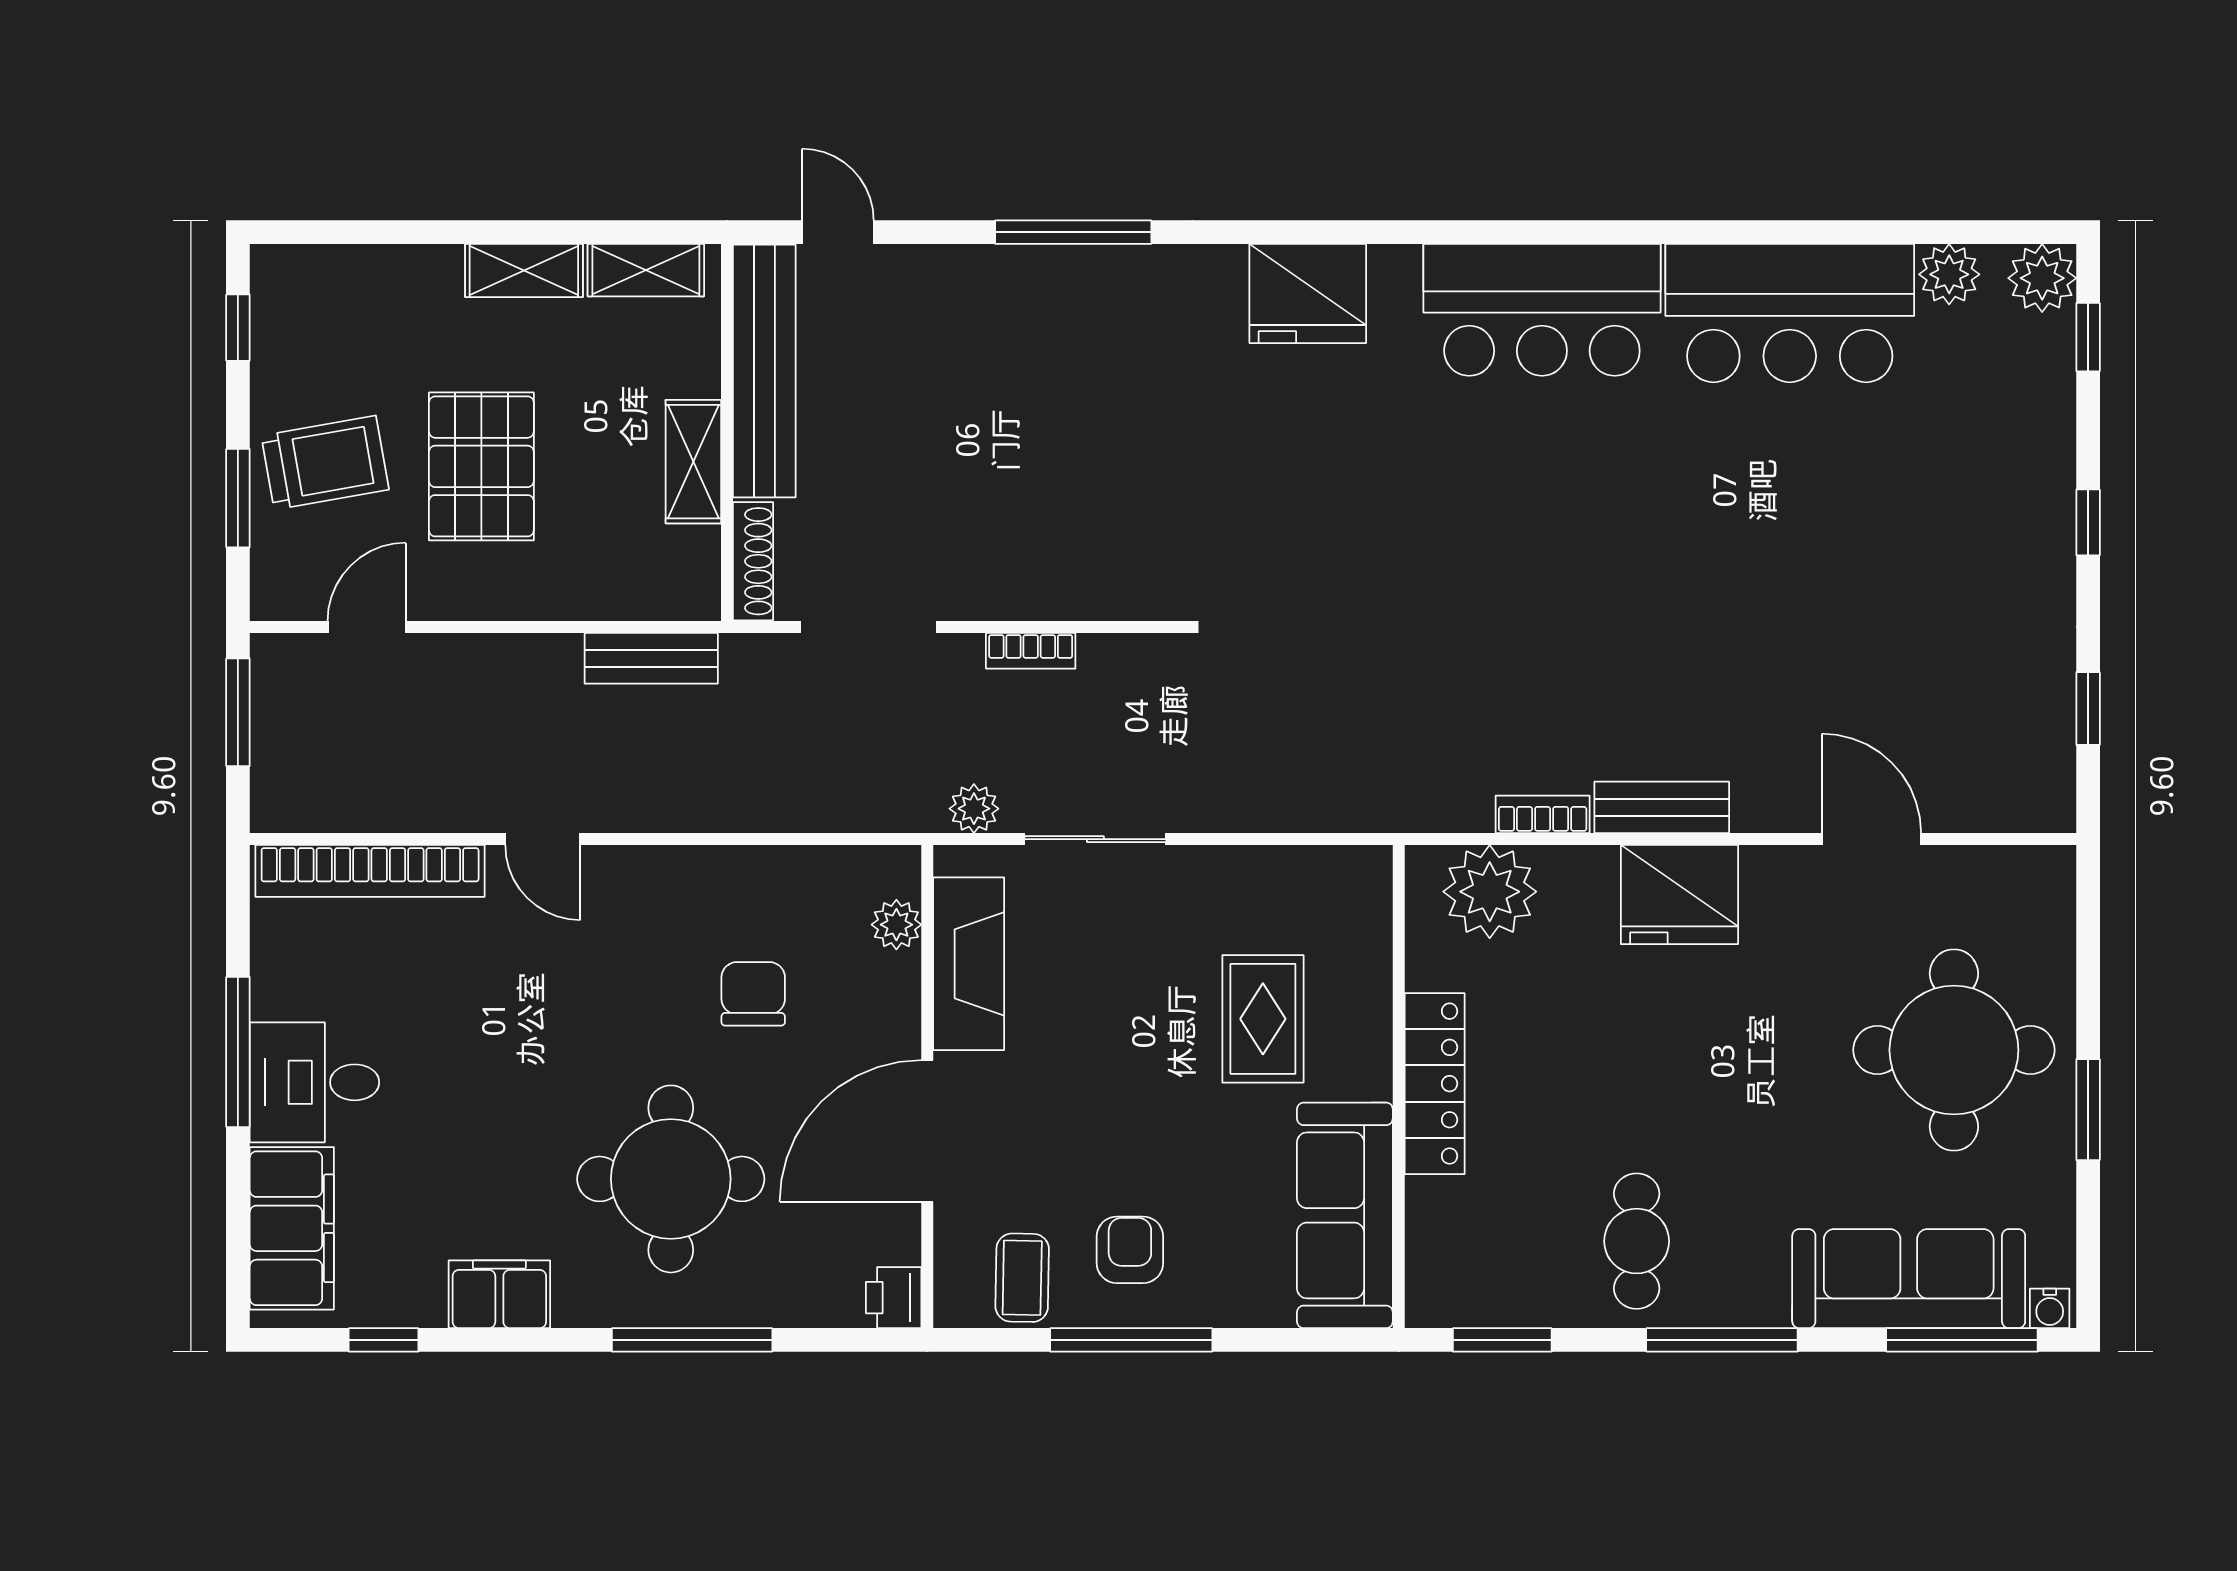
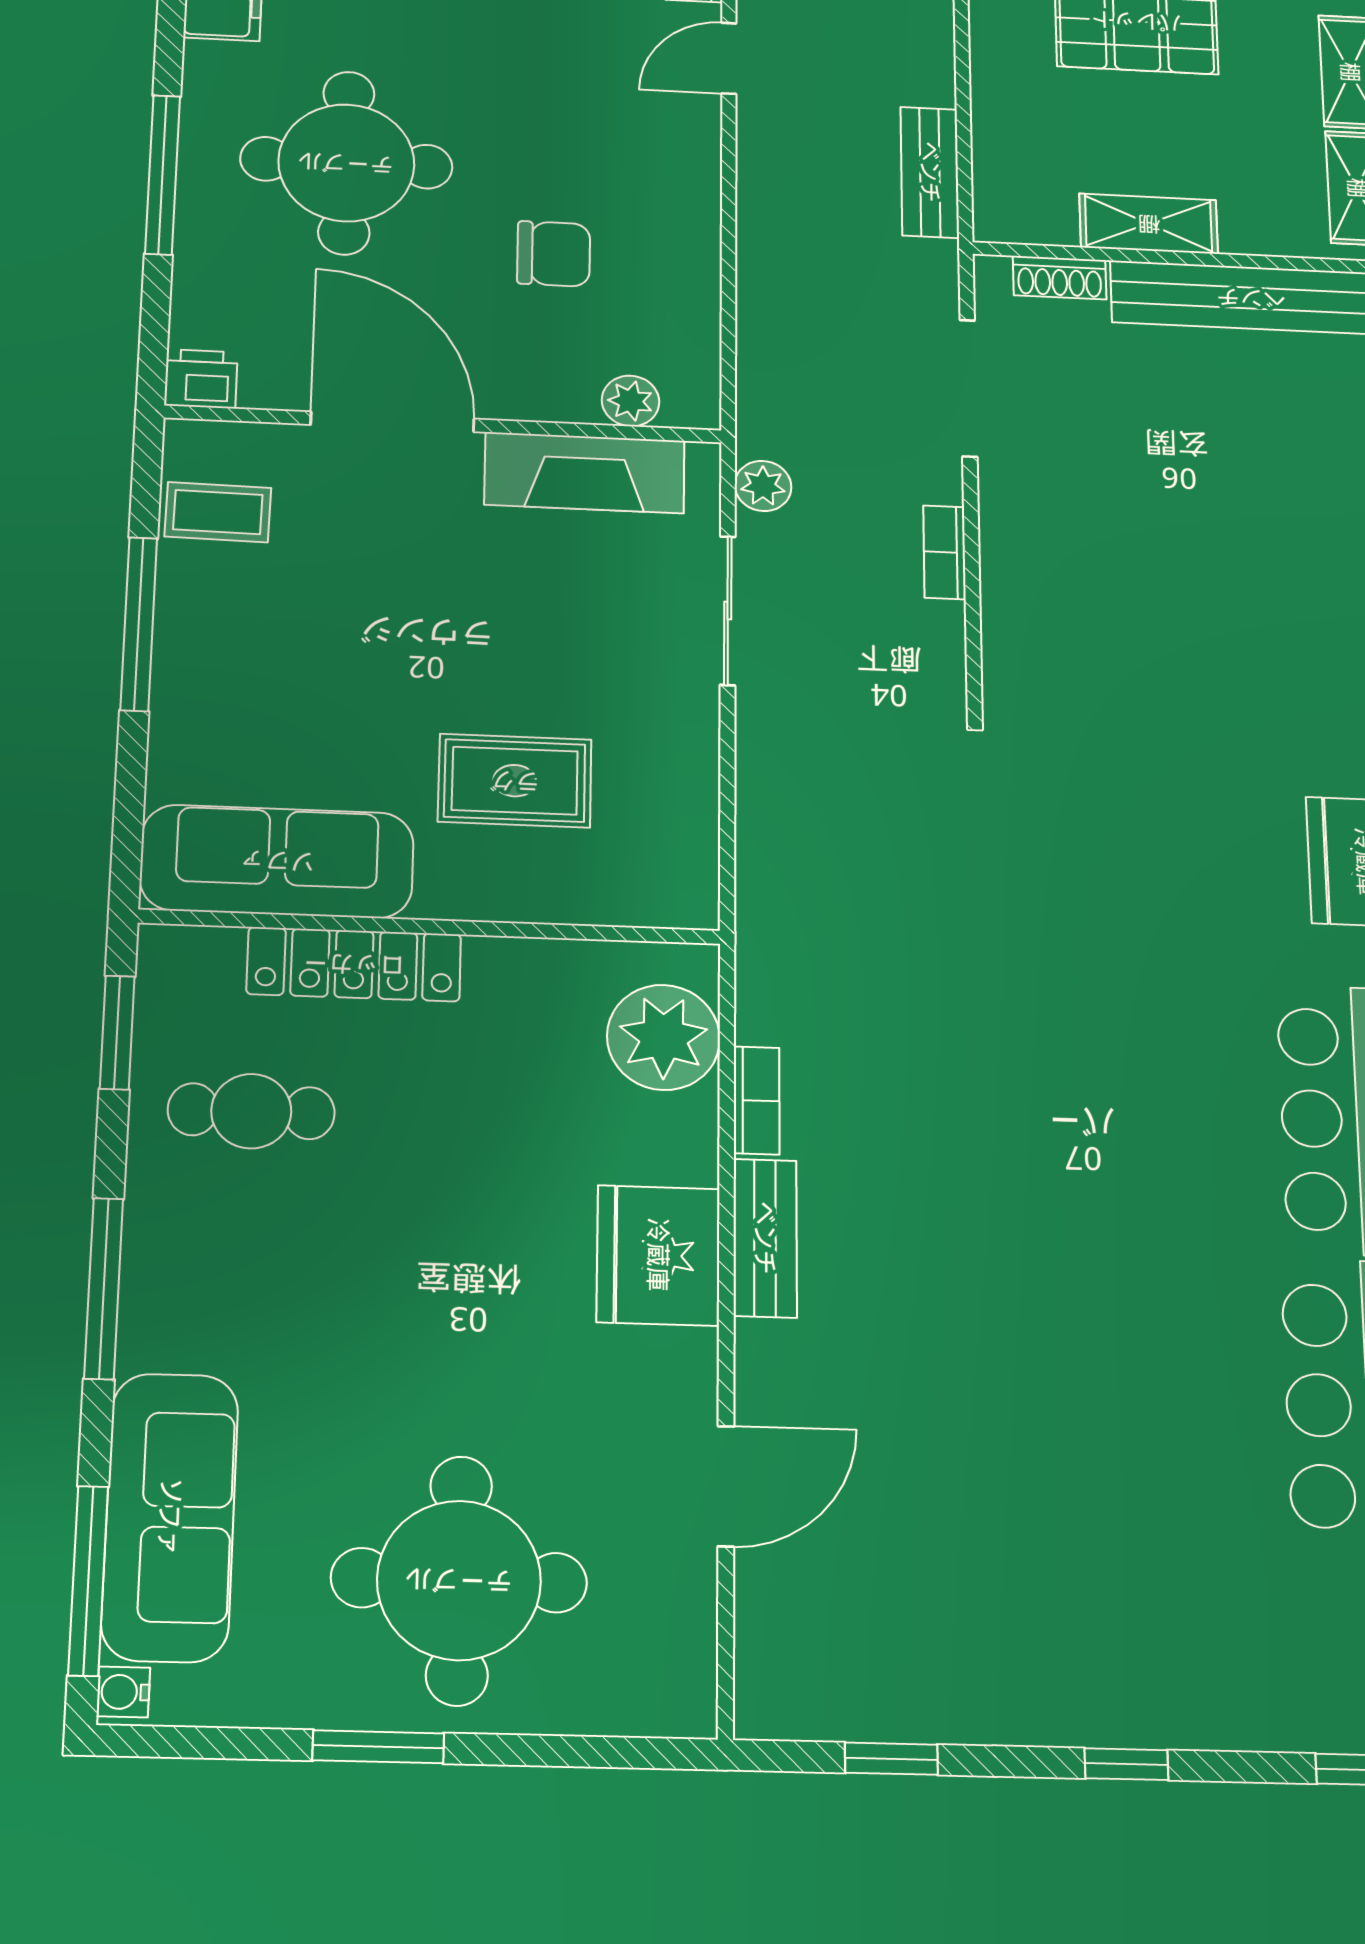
shoe rack: (753, 561) -> (1060, 278), width x0.70
locker: (1435, 1084) -> (354, 964), moved
cafe table: (1637, 1241) -> (251, 1111), moved
armchair: (1130, 1250) -> (246, 627), removed

